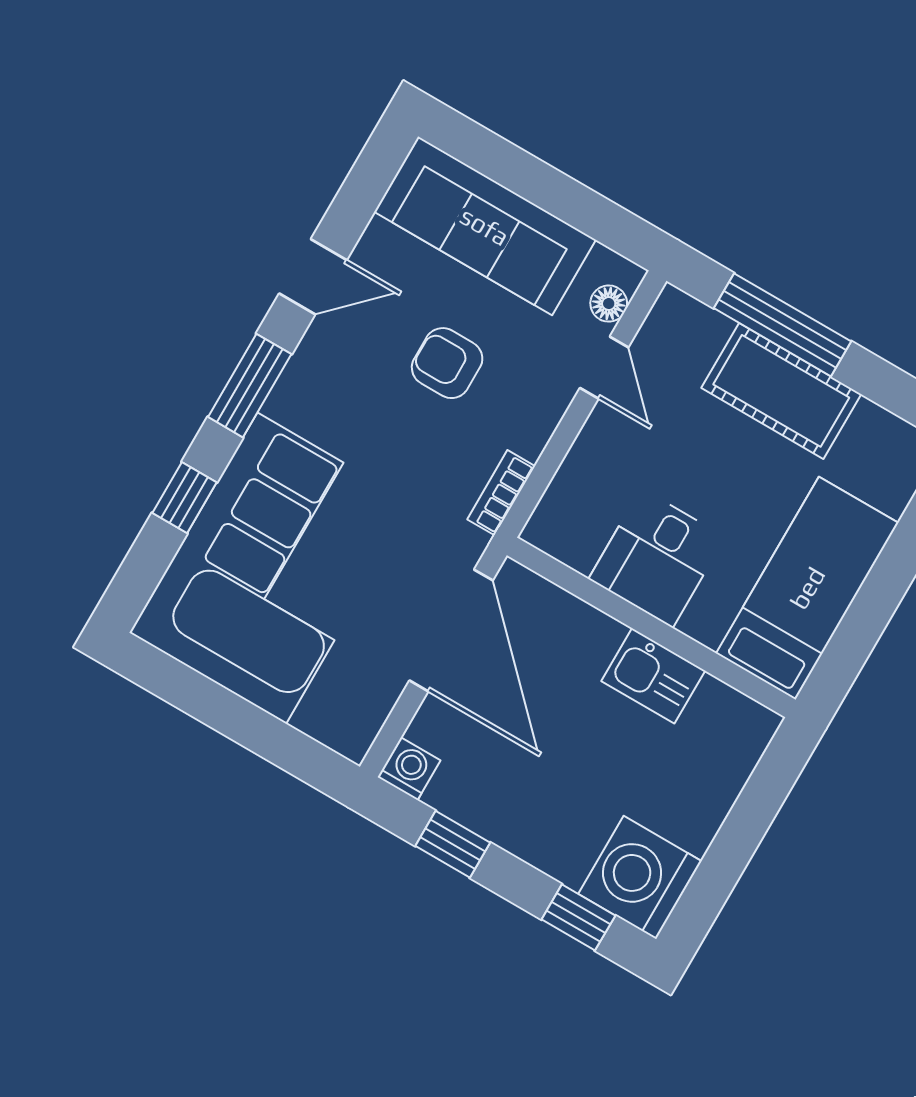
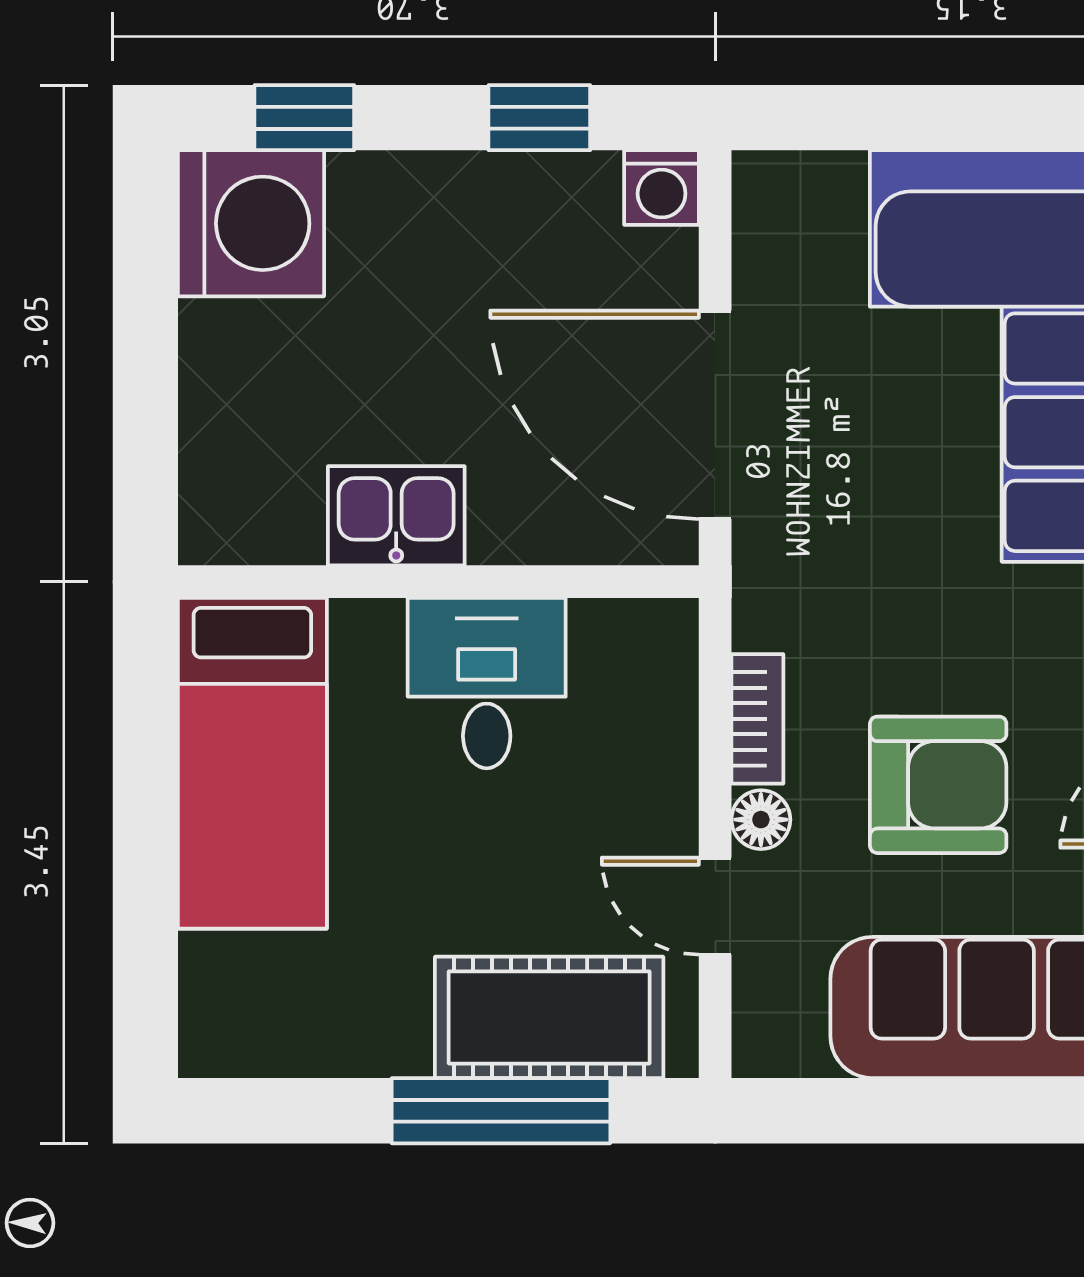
floor lamp: (609, 304) -> (761, 820), moved
armchair: (447, 363) -> (938, 785), width x1.38, depth x1.38
cot: (781, 391) -> (549, 1017), moved
bookcase: (501, 493) -> (757, 719), moved

